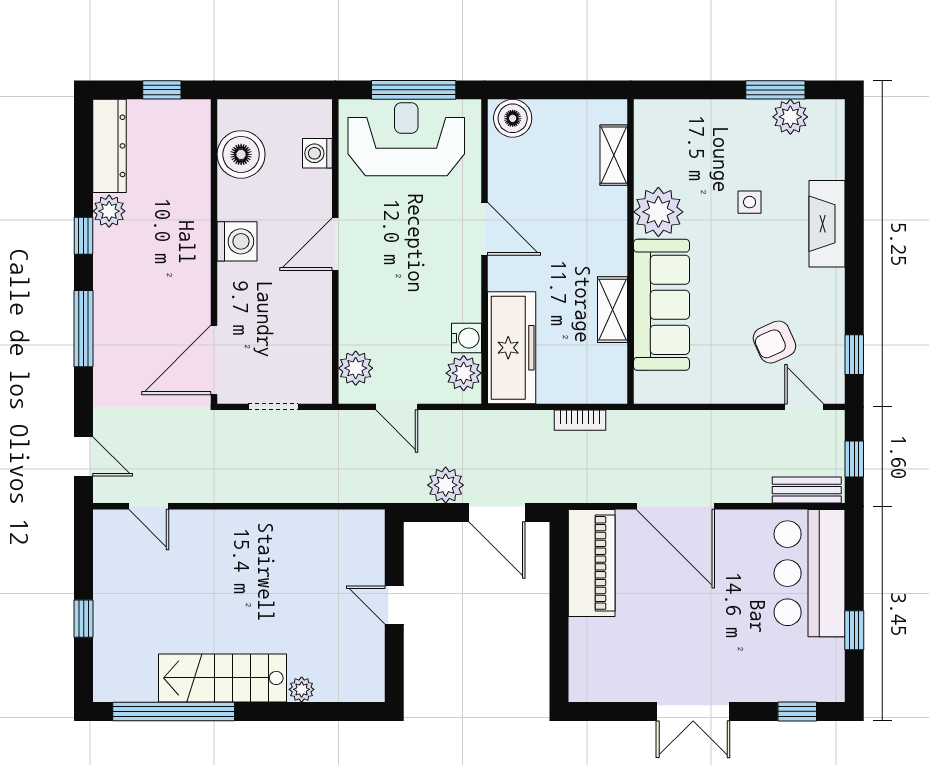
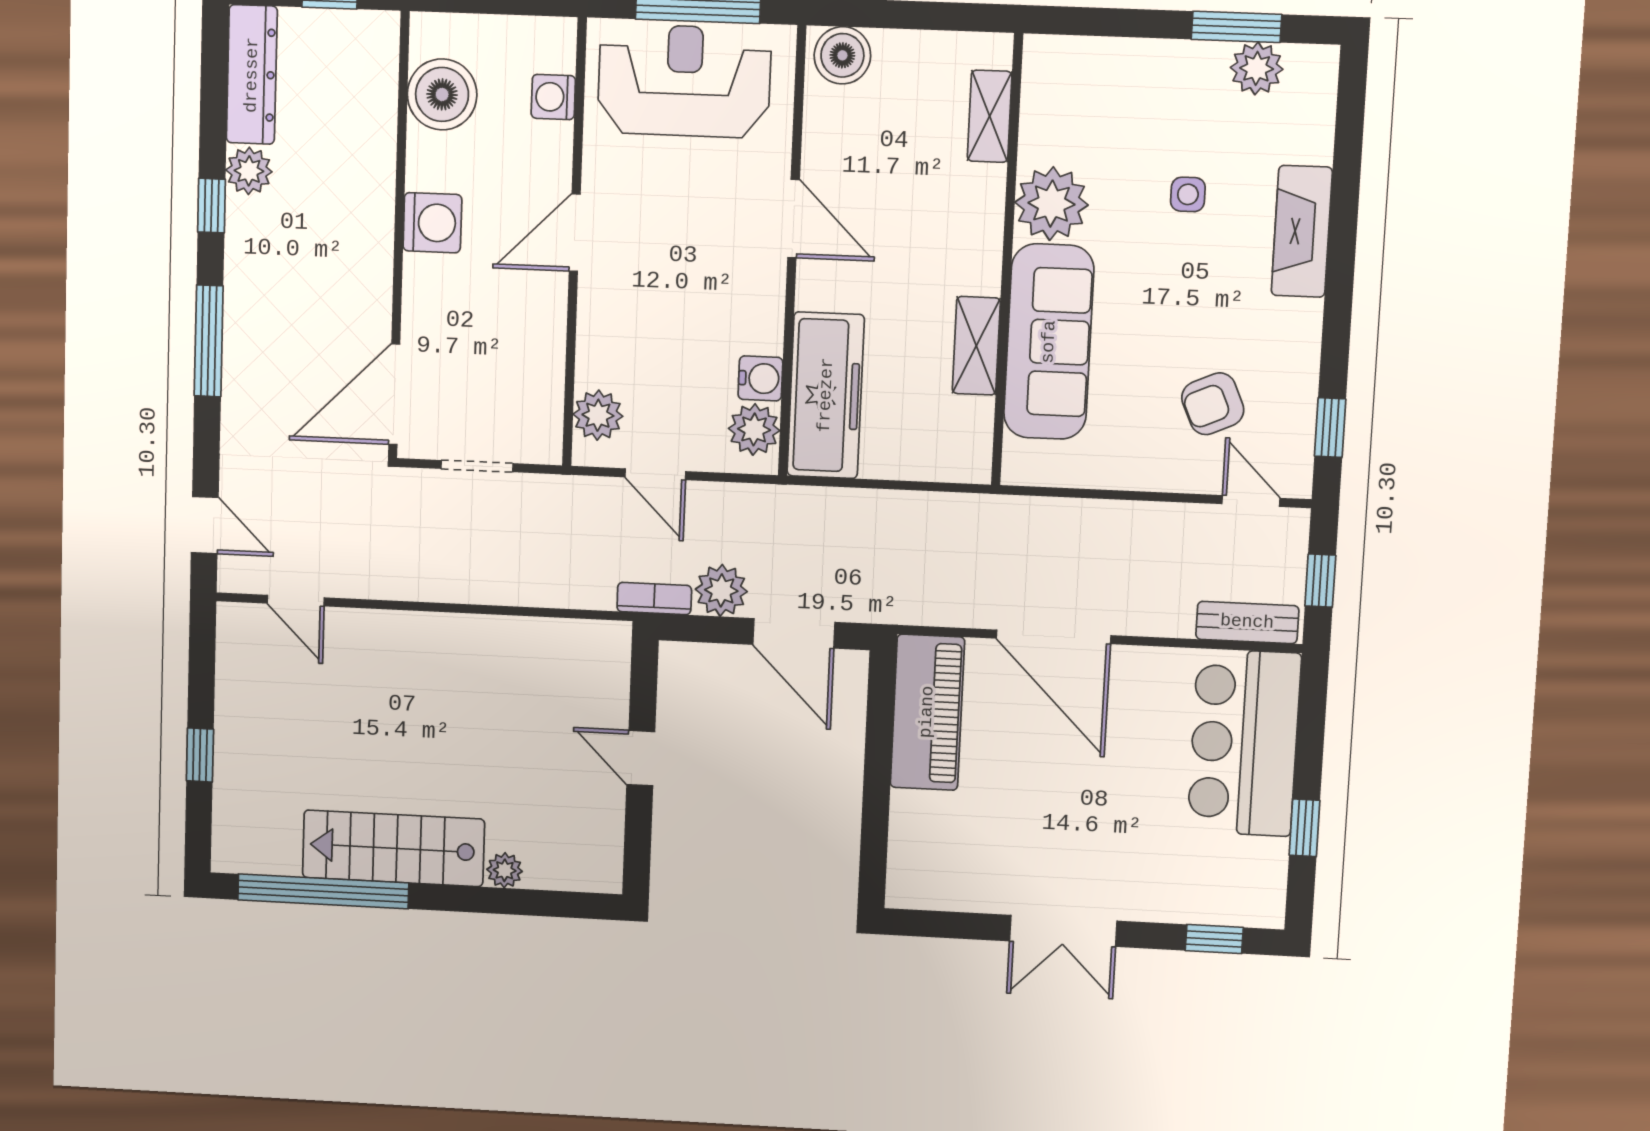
bookcase: (580, 420) -> (654, 599), moved, turned 180

